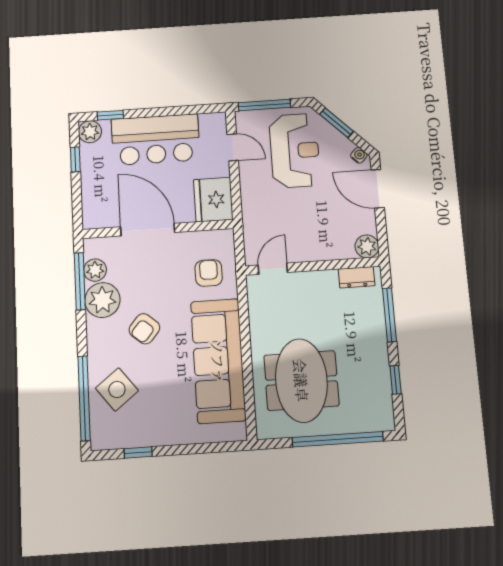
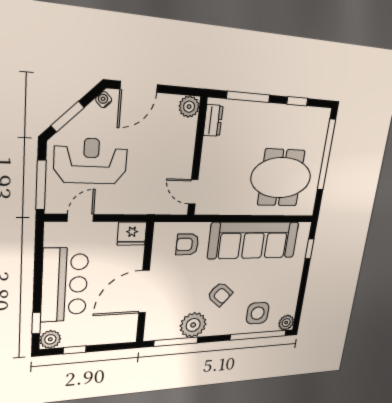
fridge: (213, 200) -> (132, 234), width x0.73, depth x0.75
plant: (95, 270) -> (286, 323), moved
side table: (117, 389) -> (258, 313), turned 38
window: (138, 453) -> (310, 249), moved

